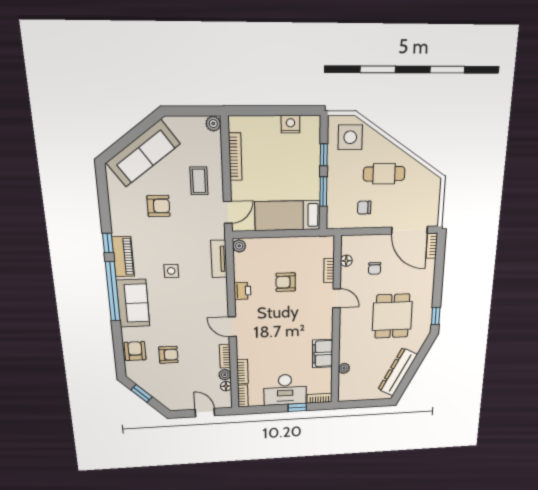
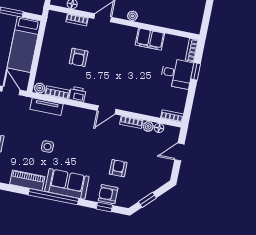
window: (108, 243) -> (104, 207), moved
plant: (344, 368) -> (132, 16), moved
bookcase: (242, 372) -> (57, 92), moved
desk: (285, 390) -> (177, 73), width x0.73

